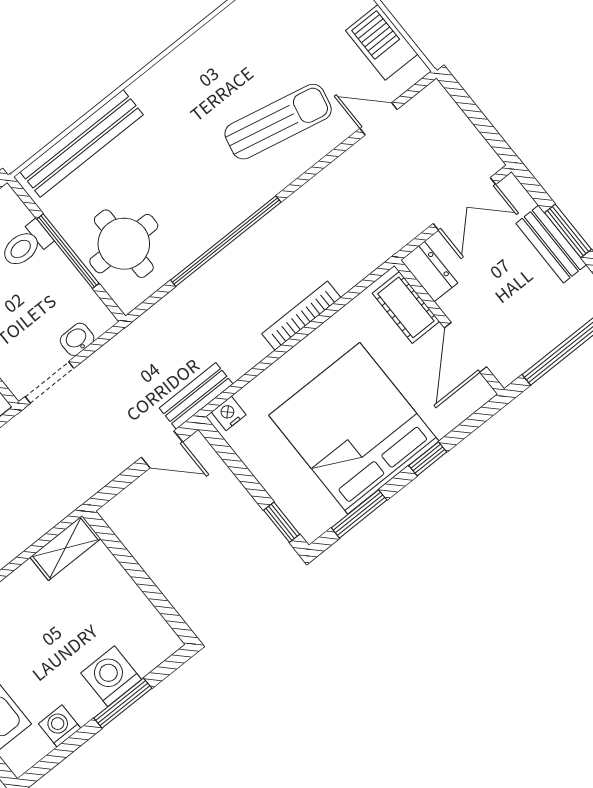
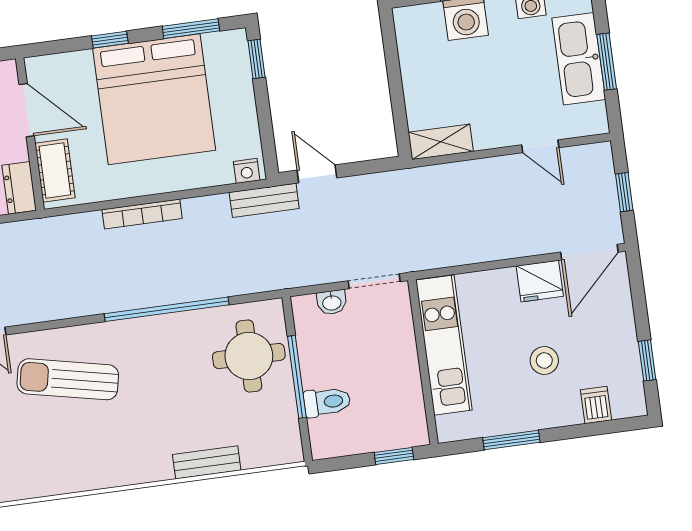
bench: (82, 143) -> (207, 462), width x0.54, depth x0.82
door: (465, 347) -> (27, 110), hinge flipped

